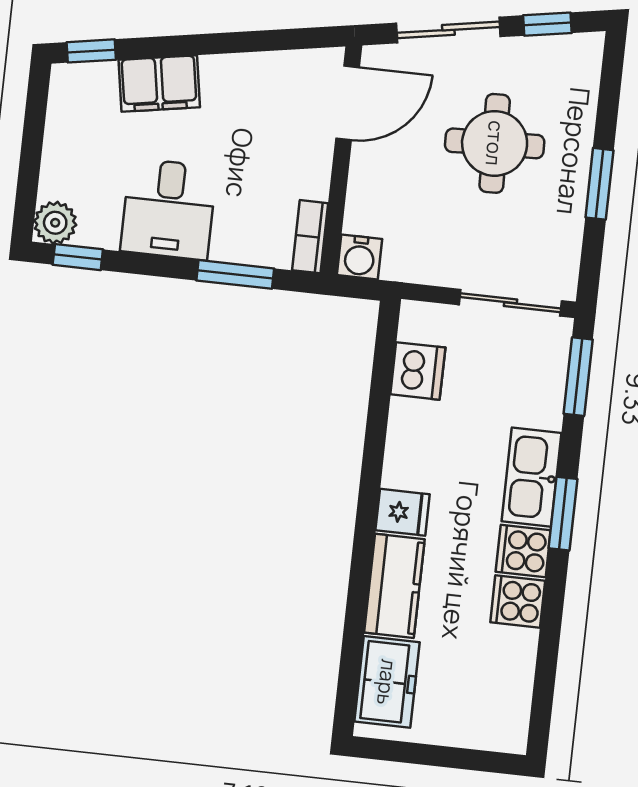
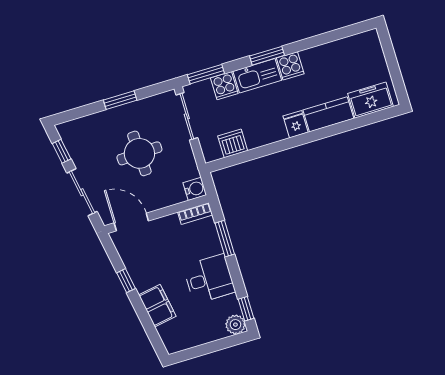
window: (91, 51) -> (126, 281), moved
round table: (495, 143) -> (139, 153), moved
cooker: (518, 602) -> (224, 86), moved

